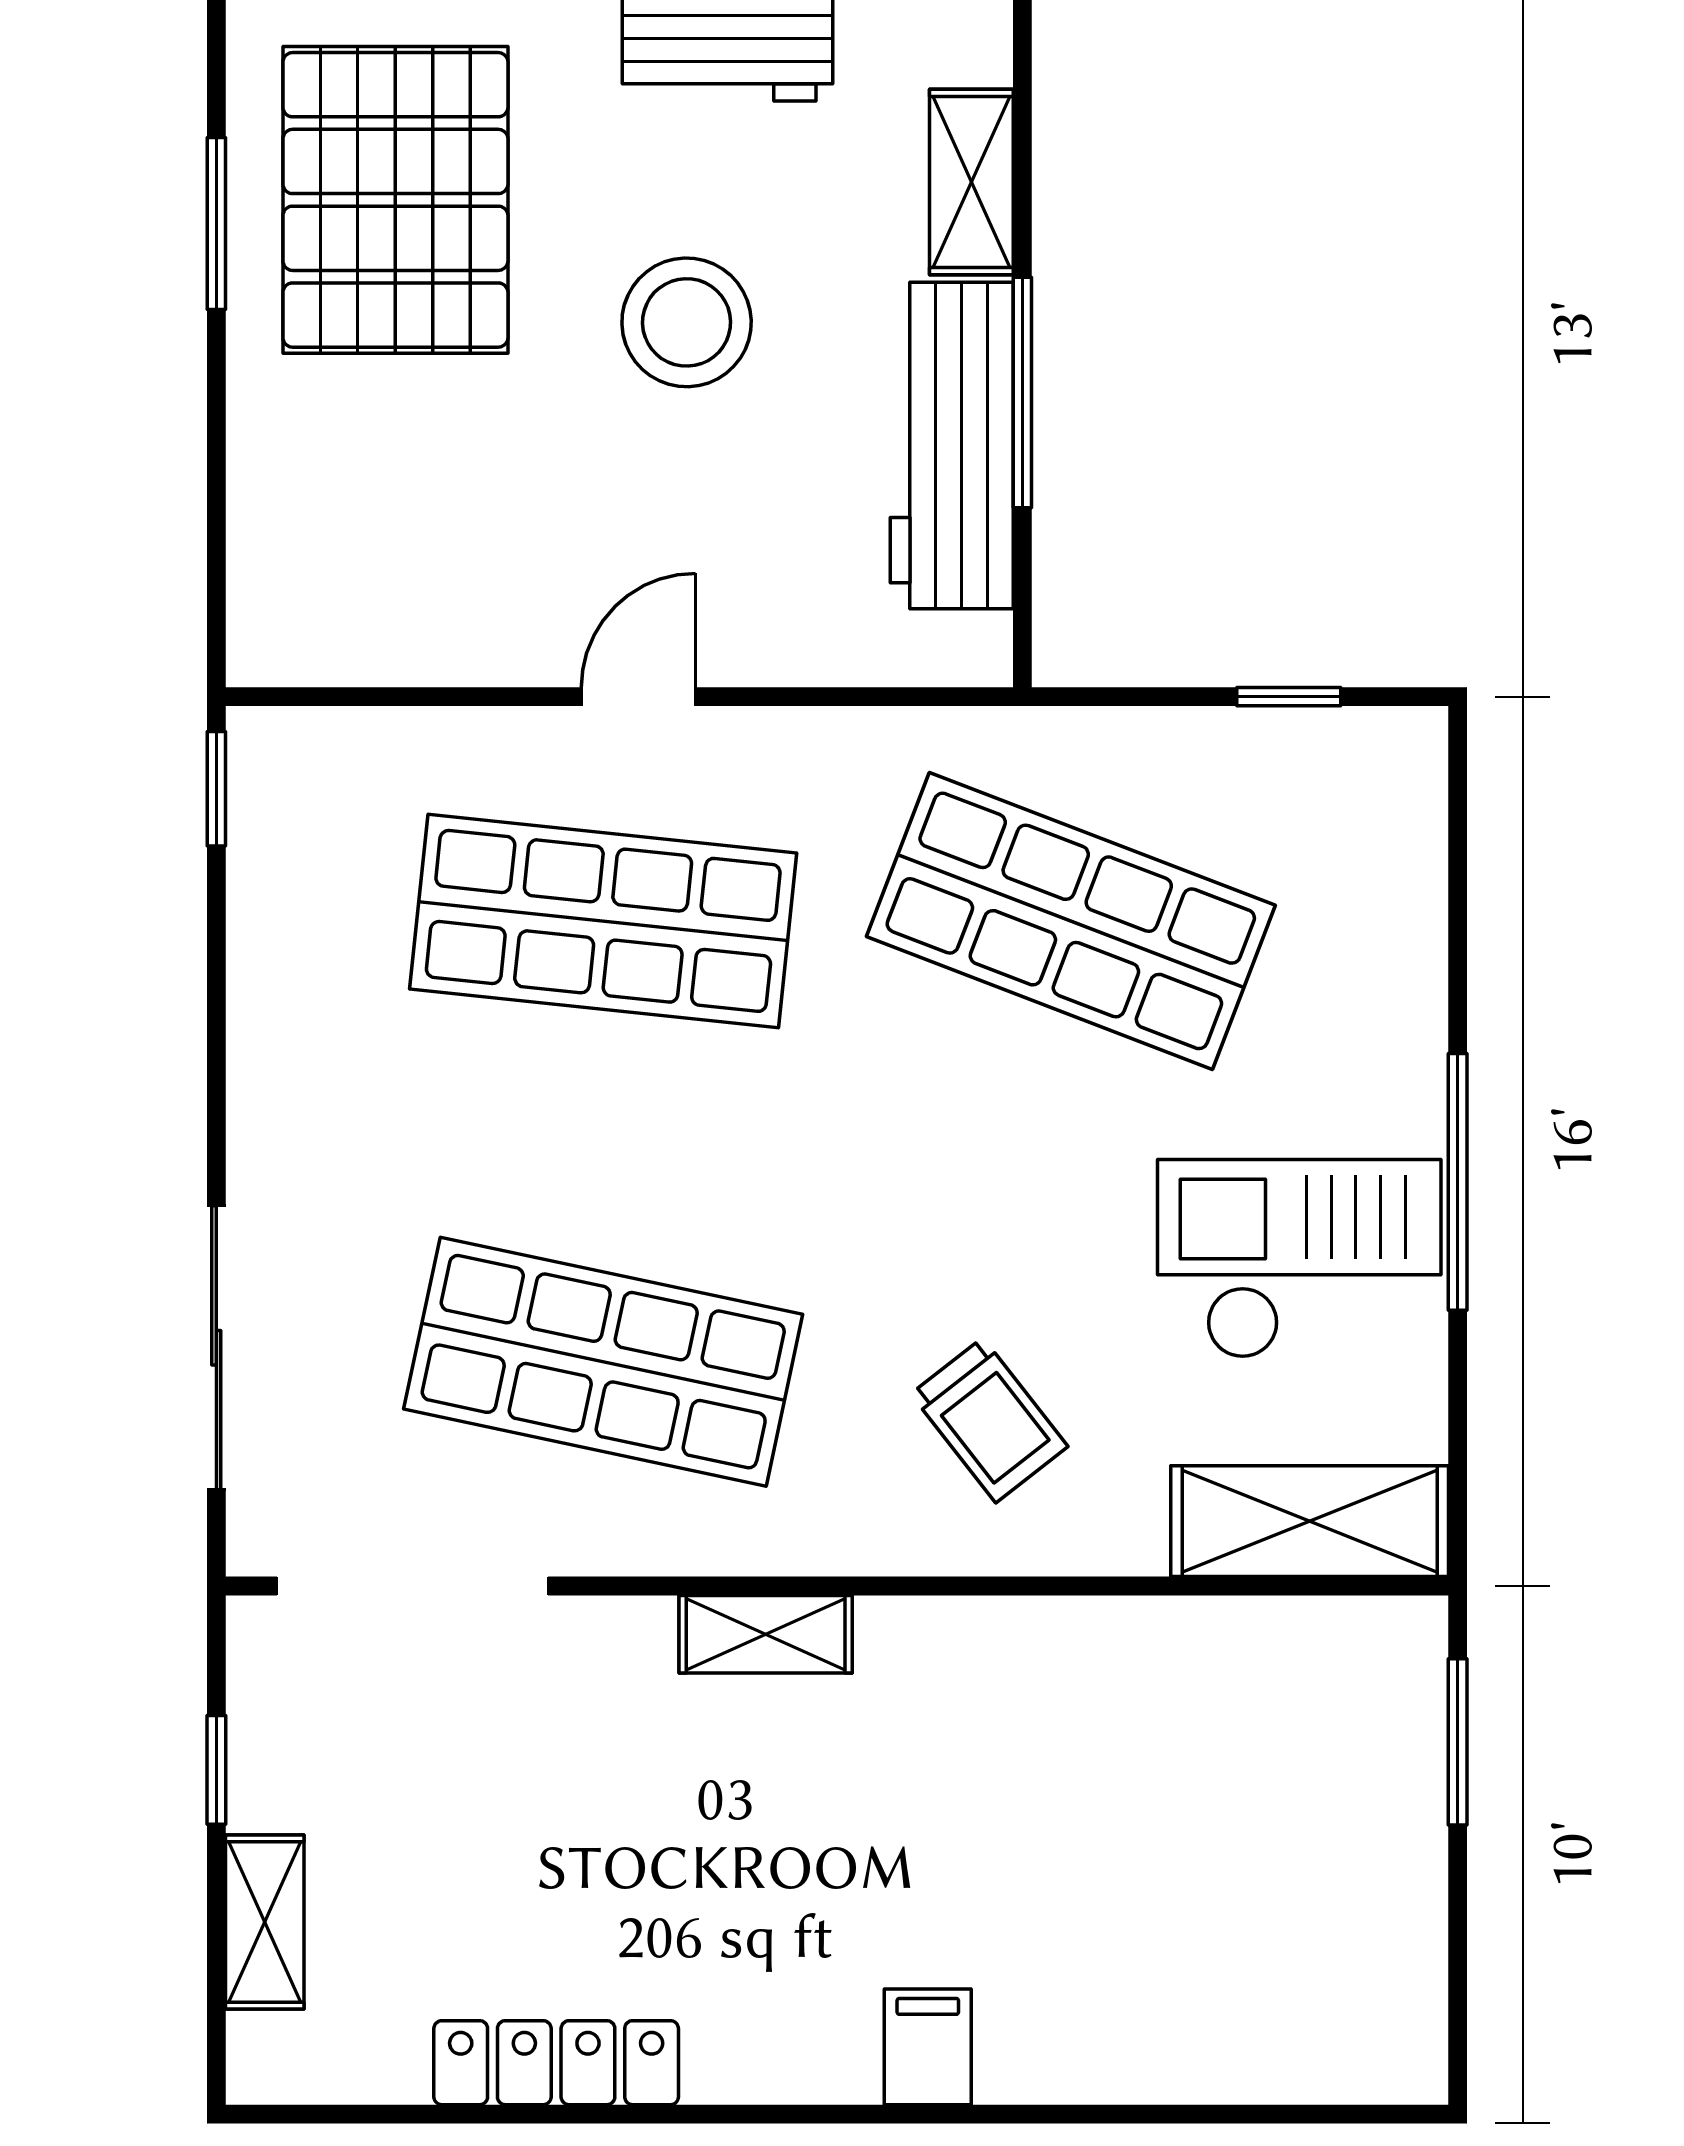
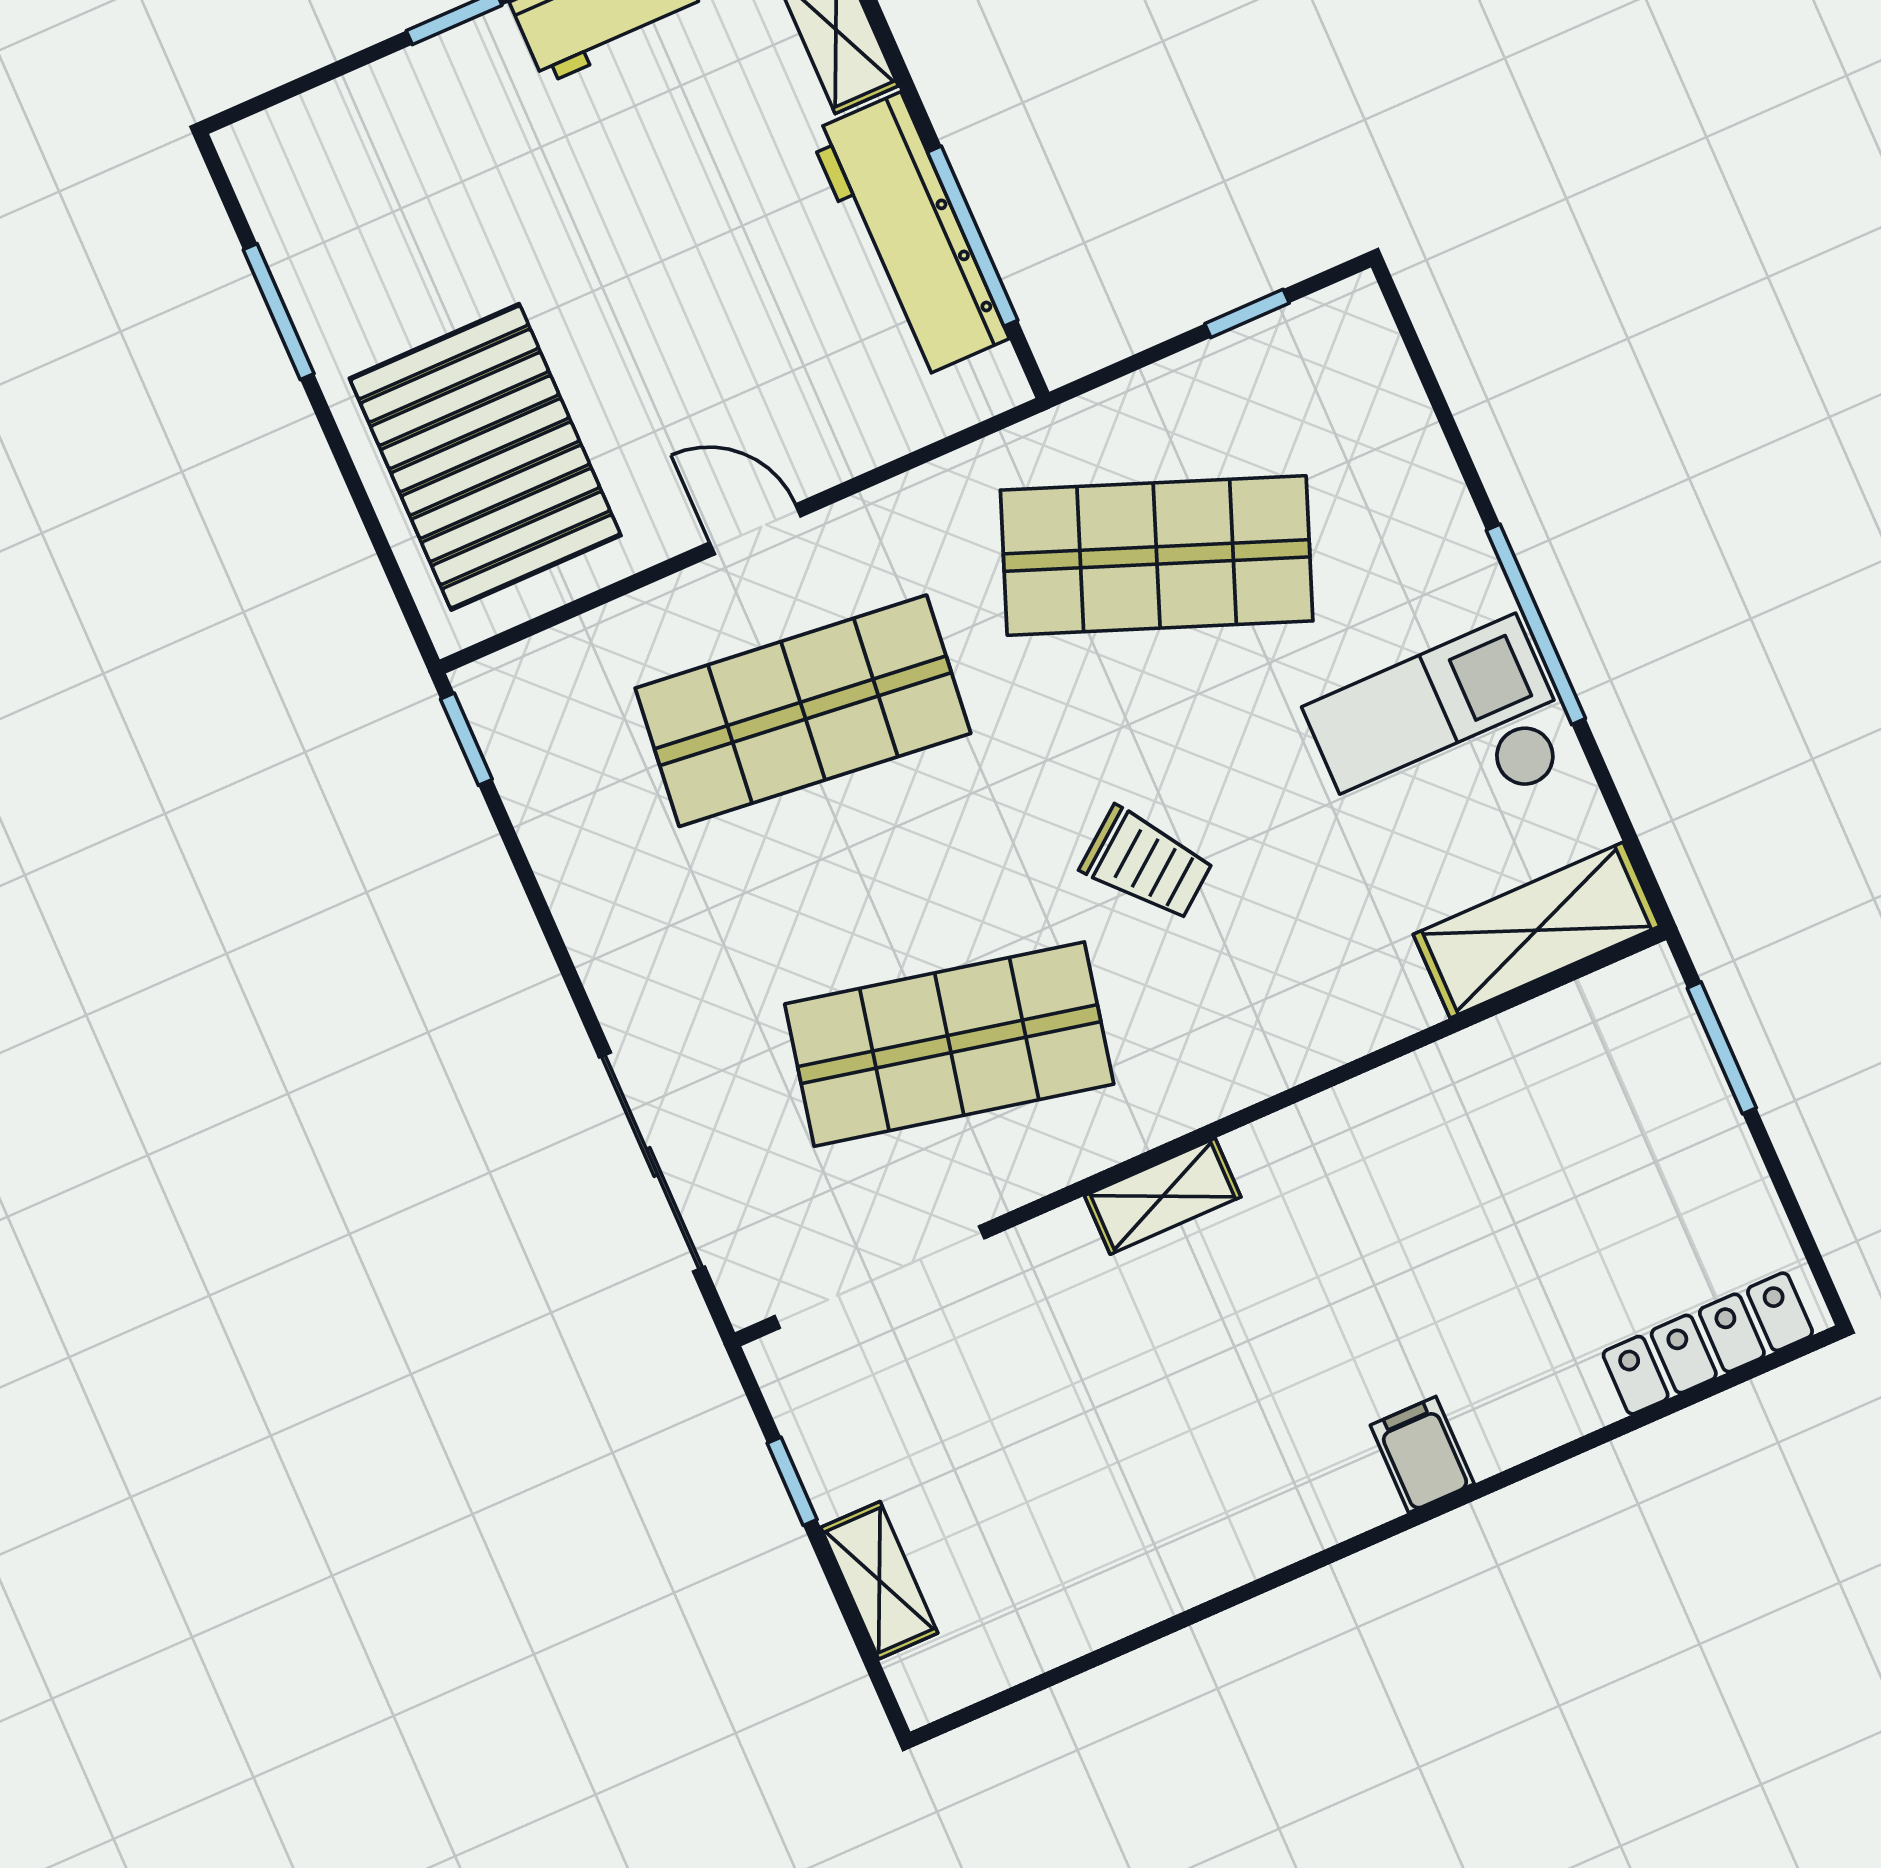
pallet: (395, 200) -> (485, 457), moved
stool: (687, 322) -> (667, 230), removed
window: (1022, 392) -> (973, 236), moved
door: (638, 697) -> (755, 529), hinge flipped
trolley: (989, 1420) -> (1147, 864), moved
locker: (556, 2063) -> (1708, 1343), moved

